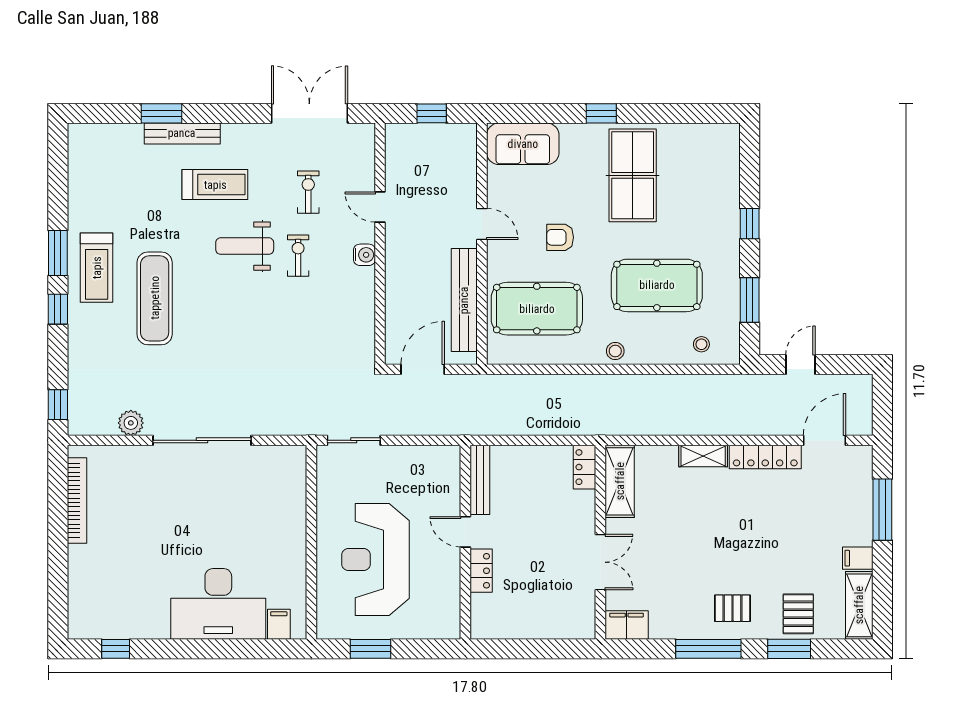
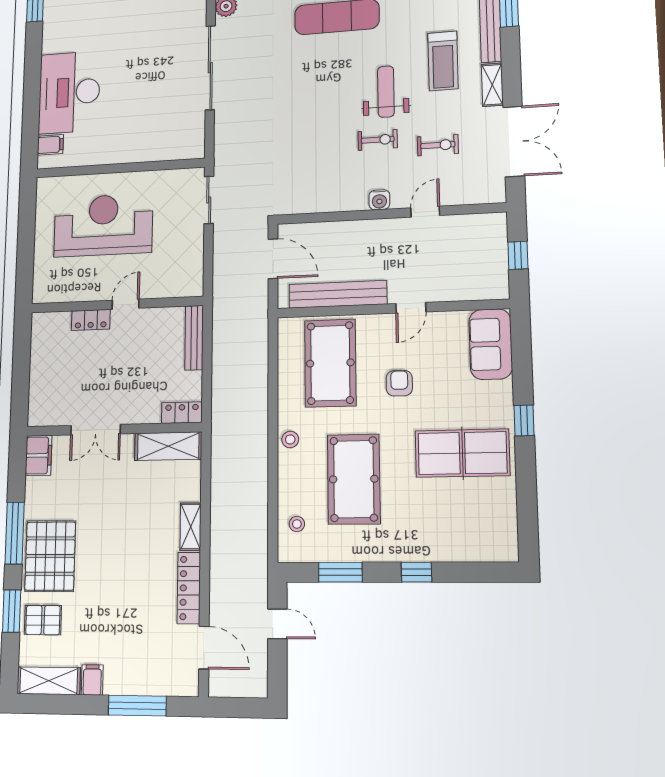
shelving: (246, 133) -> (492, 85), added
bench: (480, 480) -> (194, 338), moved, turned 90
pallet: (733, 608) -> (50, 556), width x2.05, depth x2.00
window: (370, 649) -> (27, 225), removed

